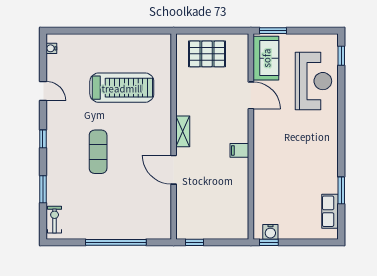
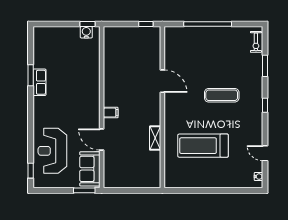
pallet: (207, 54) -> (136, 172), removed
door: (43, 91) -> (265, 153), moved
shelving: (183, 131) -> (155, 138), moved
filing cabinet: (239, 150) -> (111, 113), moved
exercise mat: (98, 152) -> (222, 95), turned 90
window: (341, 190) -> (31, 75), moved
row of seats: (330, 211) -> (39, 82), moved

